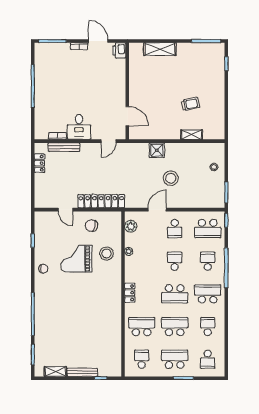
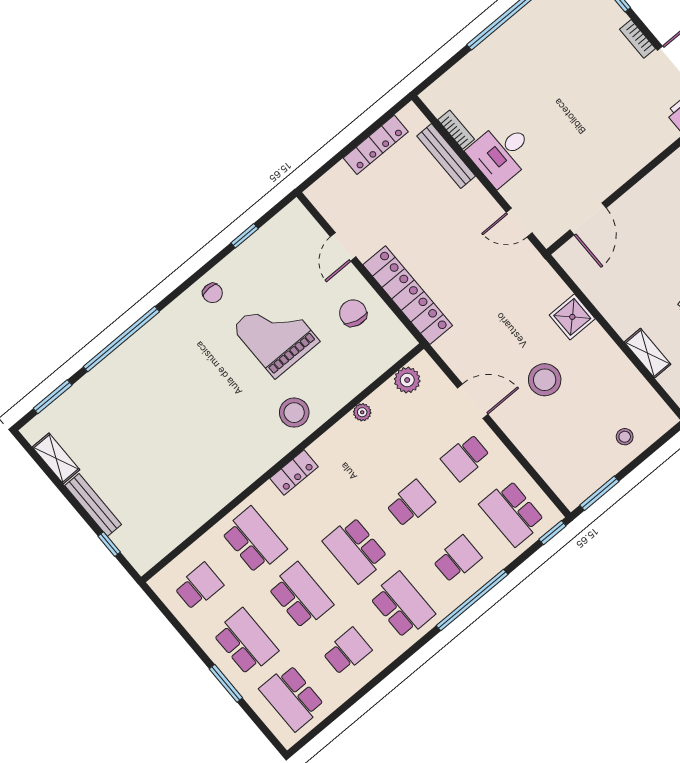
locker: (39, 163) -> (376, 145), width x1.53
stool: (106, 254) -> (294, 413), moved
school desk: (208, 359) -> (292, 698), width x1.85

